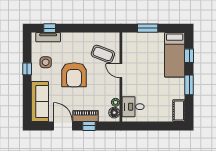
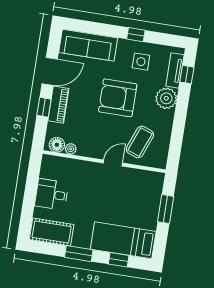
plant: (69, 40) -> (166, 98), added
desk: (133, 107) -> (52, 194), moved, turned -90
cot: (179, 111) -> (52, 232), width x1.37, depth x1.34

